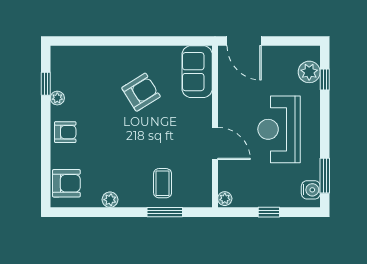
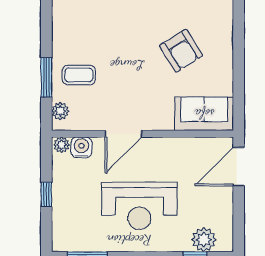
reception desk: (279, 129) -> (139, 206), turned 180
water cooler: (311, 190) -> (81, 147), moved, turned 180
plant: (110, 200) -> (60, 111), moved

